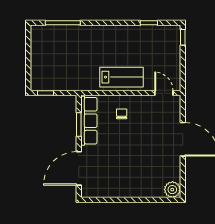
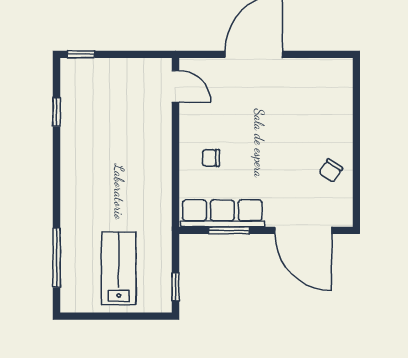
lab bench: (121, 77) -> (119, 268), moved
door: (164, 93) -> (176, 86), swing flipped
chair: (114, 185) -> (331, 170), added
plant: (172, 190) -> (339, 72), removed

